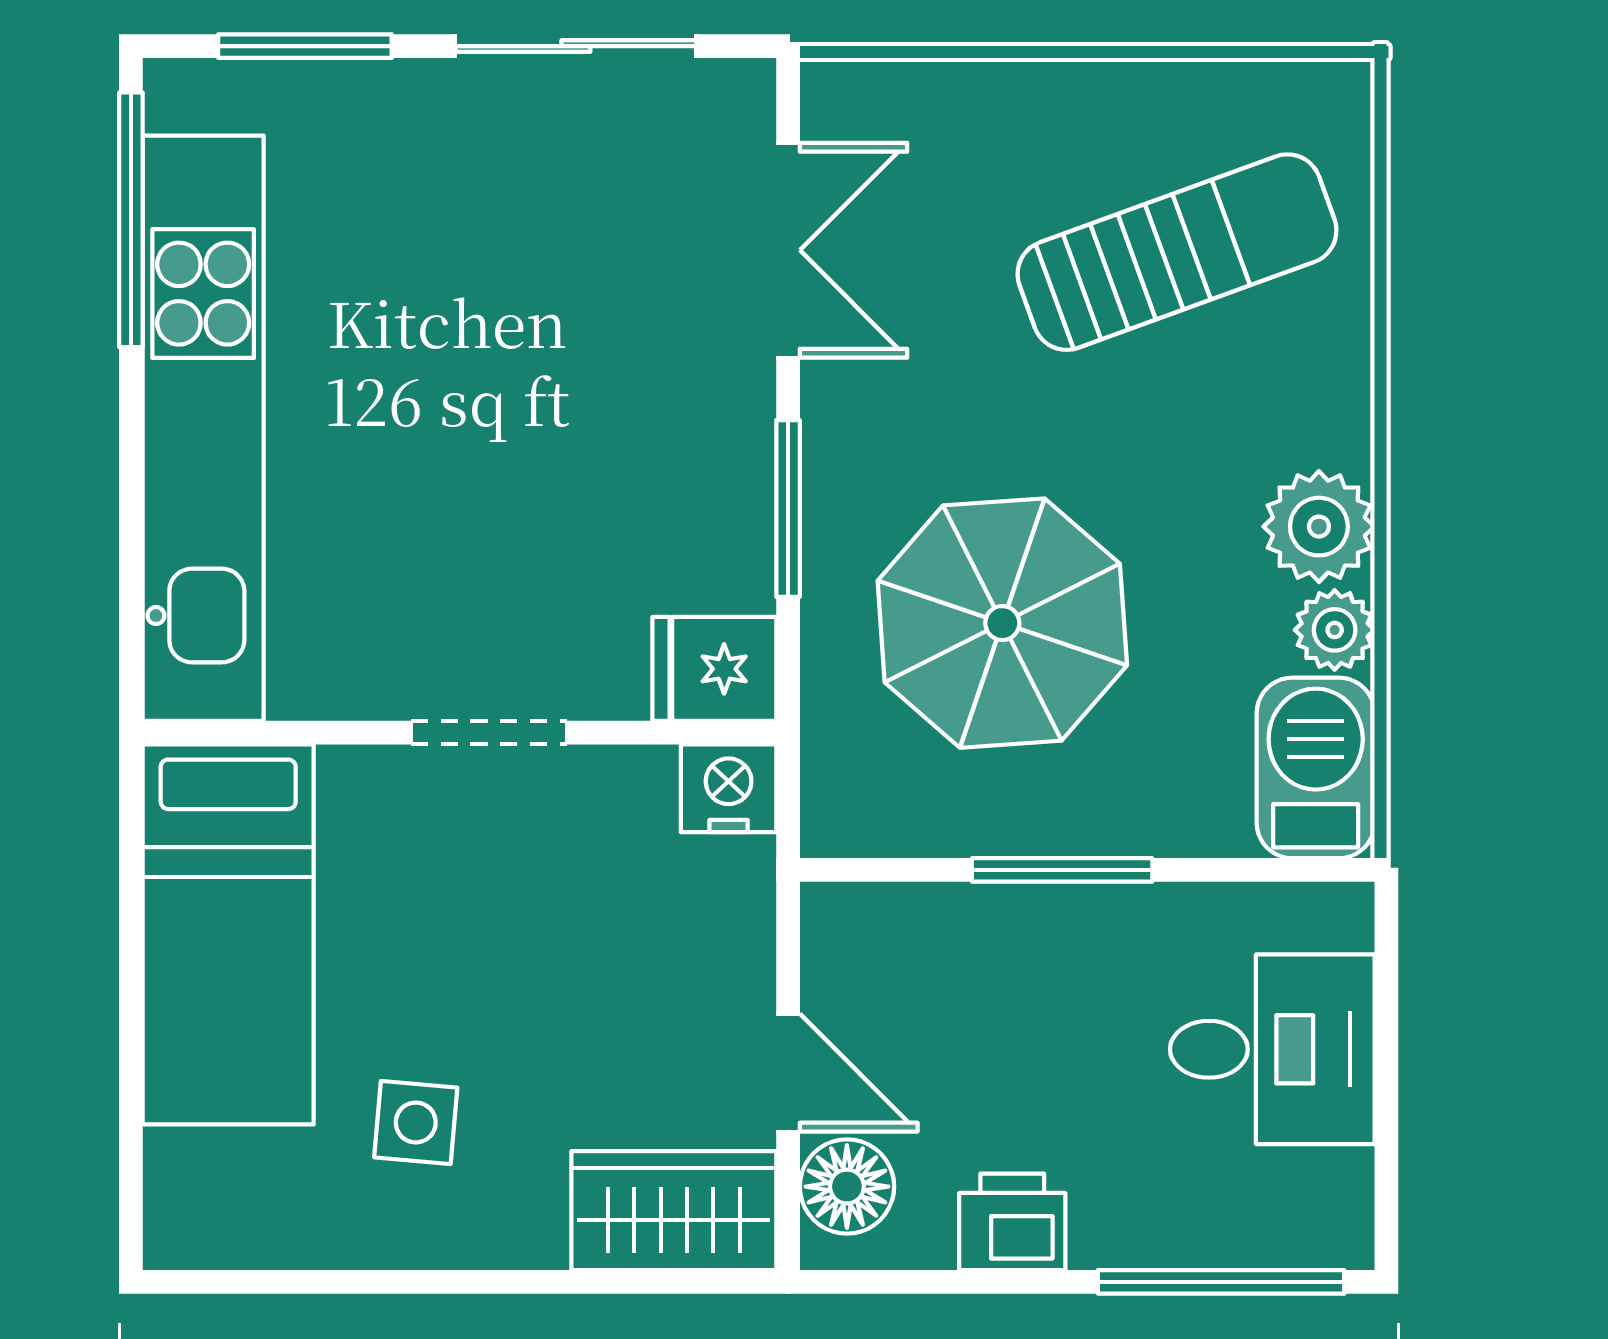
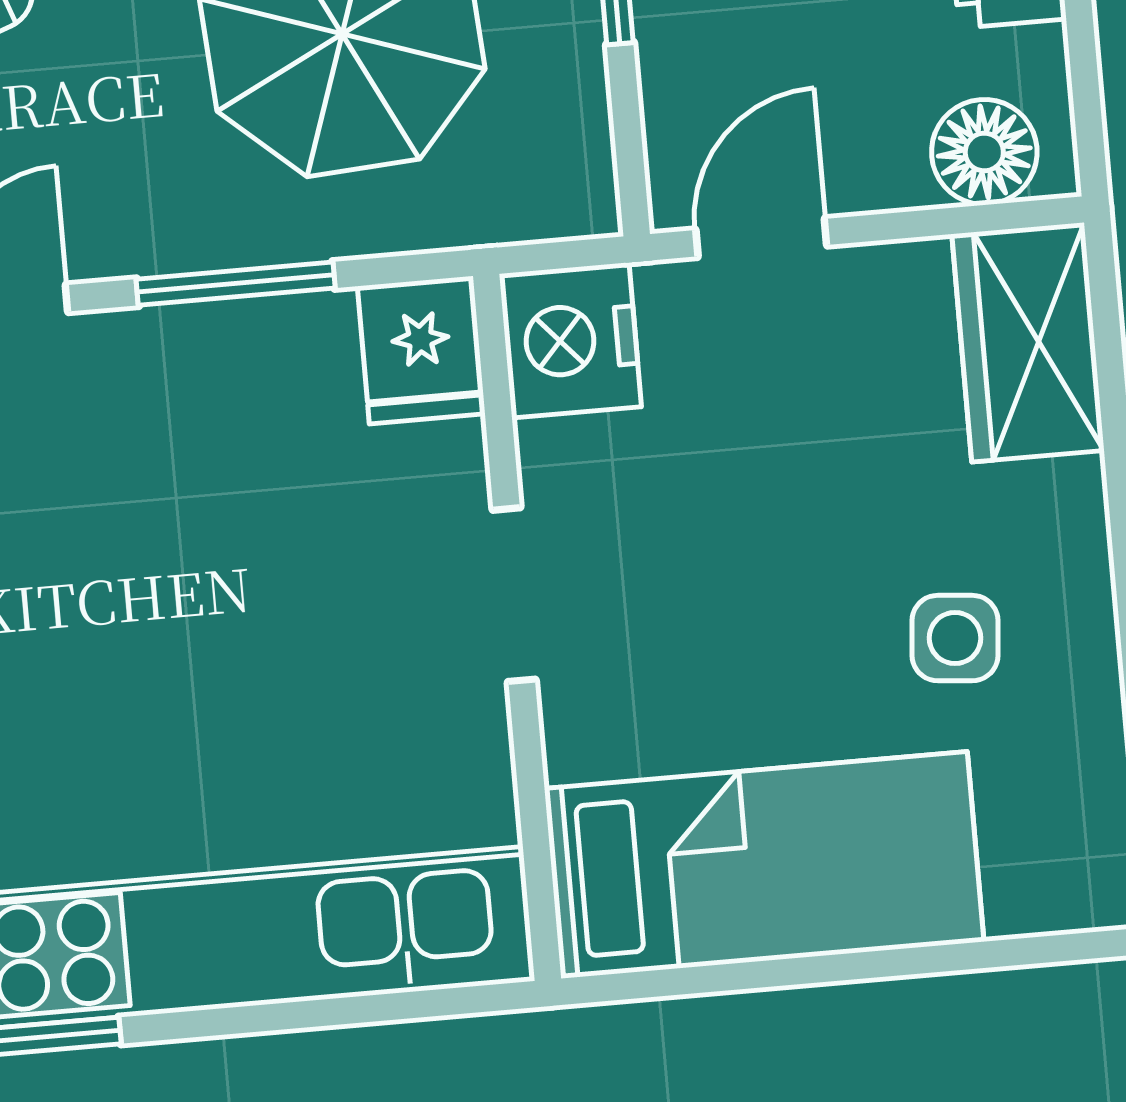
nightstand: (729, 788) -> (570, 340), width x1.36, depth x1.33
door: (788, 1073) -> (761, 238), moved

